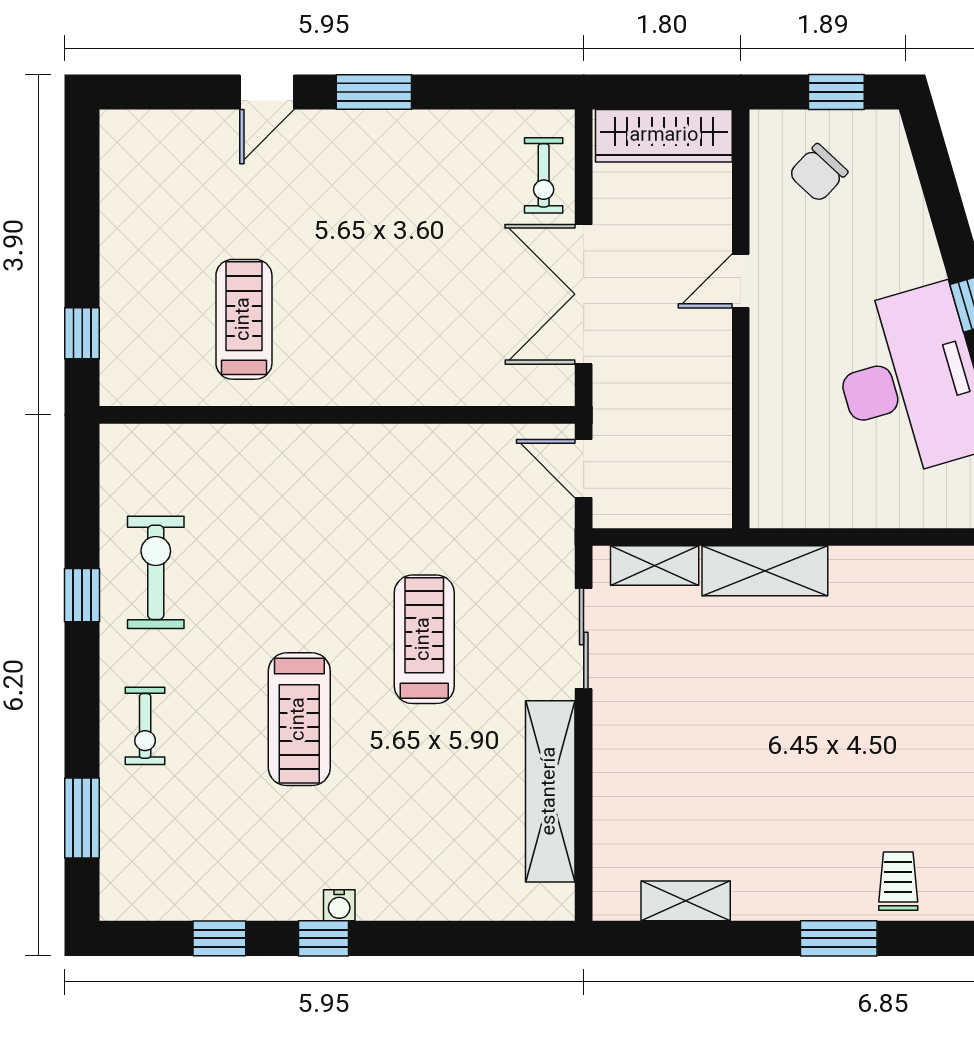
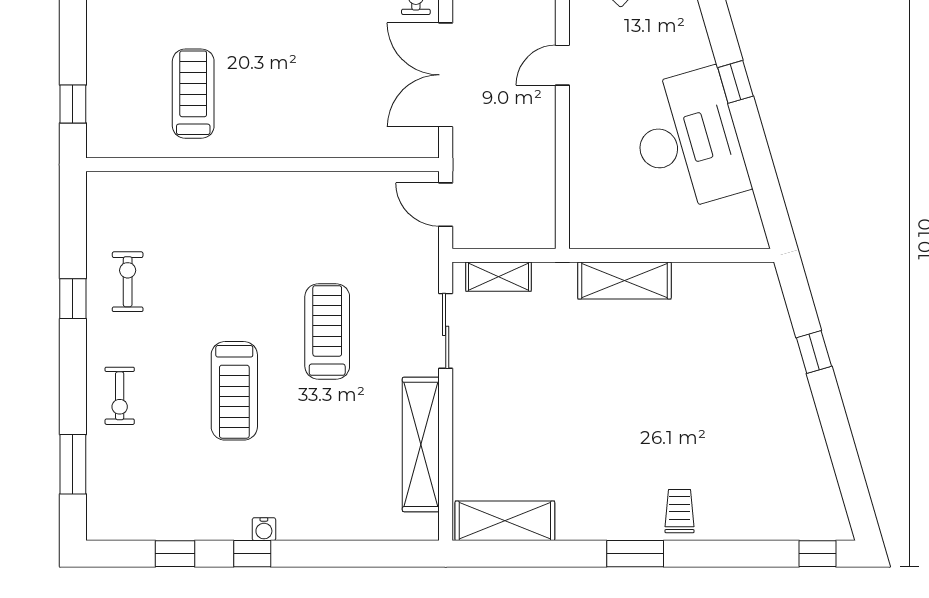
shelving: (765, 571) -> (624, 281), moved
exercise bike: (156, 572) -> (128, 282), width x0.73, depth x0.72
shelving: (686, 901) -> (505, 521), width x1.50, depth x1.33

